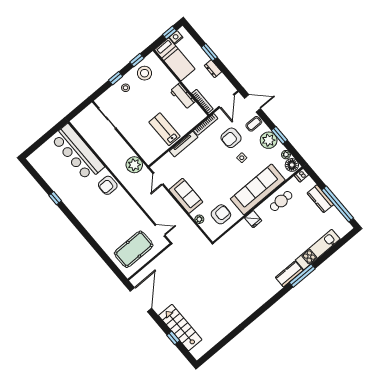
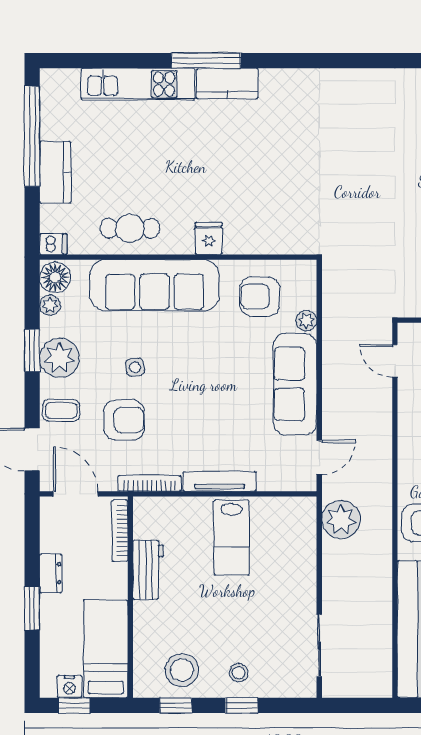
door: (227, 101) -> (76, 494), hinge flipped
sofa: (186, 196) -> (295, 384), width x1.36

